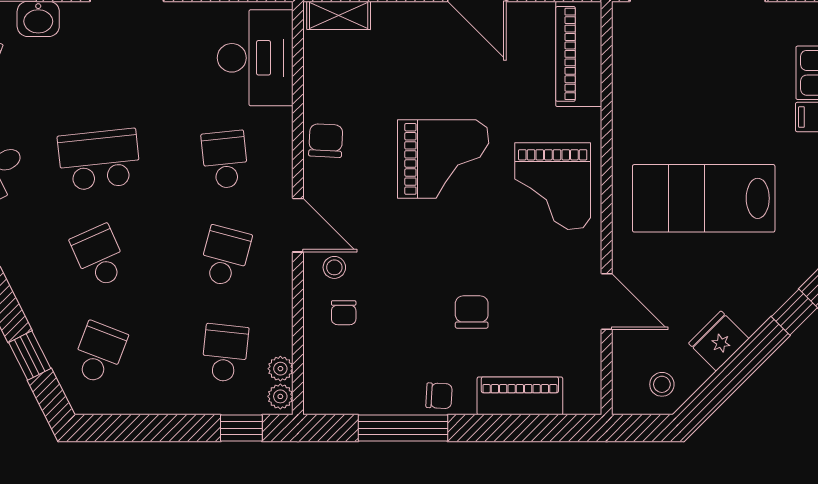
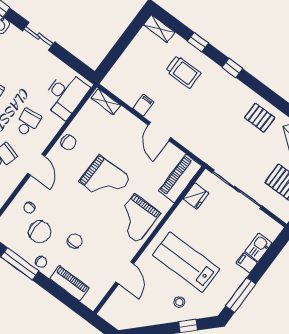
chair: (326, 141) -> (68, 142), turned 87
stool: (334, 267) -> (38, 189), removed
fridge: (719, 341) -> (196, 196), moved, turned 135
chair: (396, 343) -> (40, 232), added
stool: (662, 384) -> (179, 302), moved

